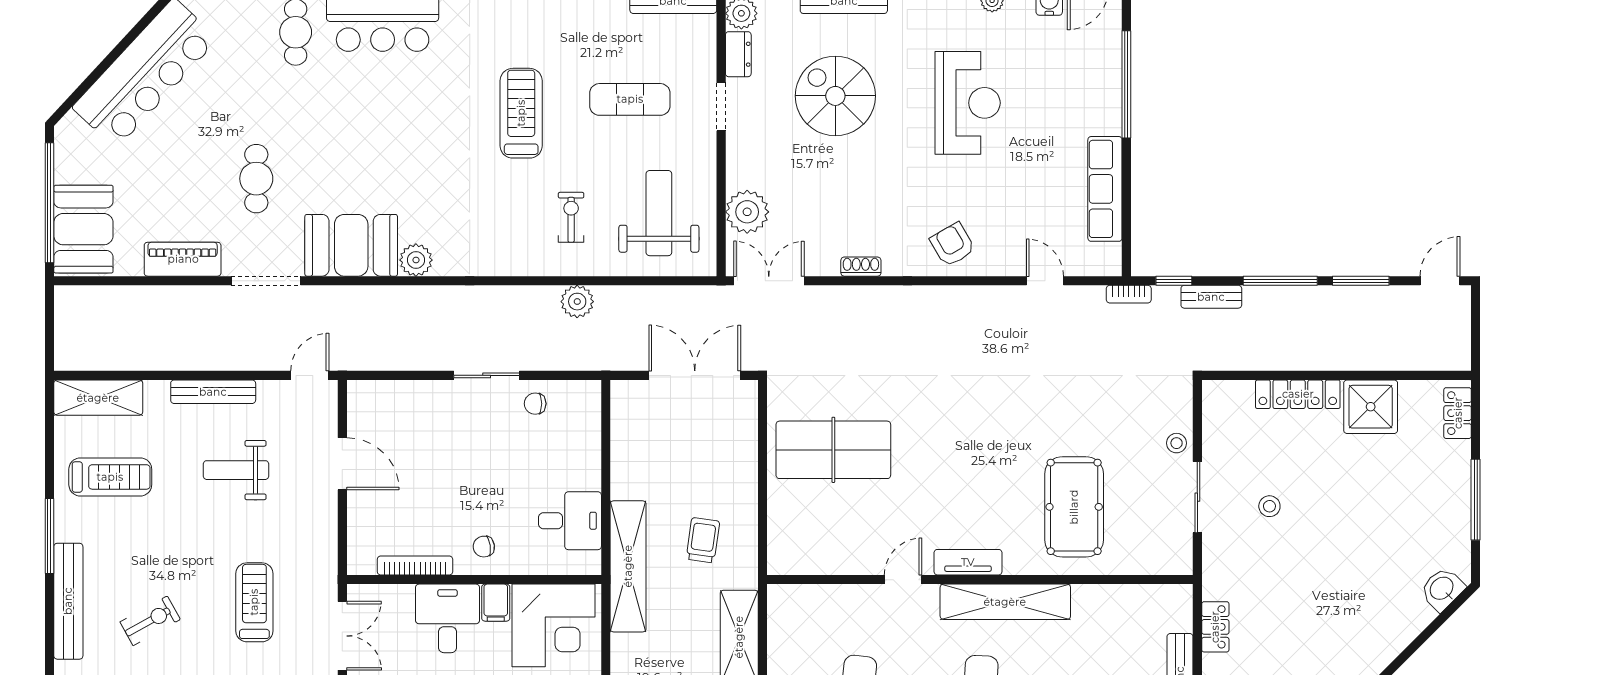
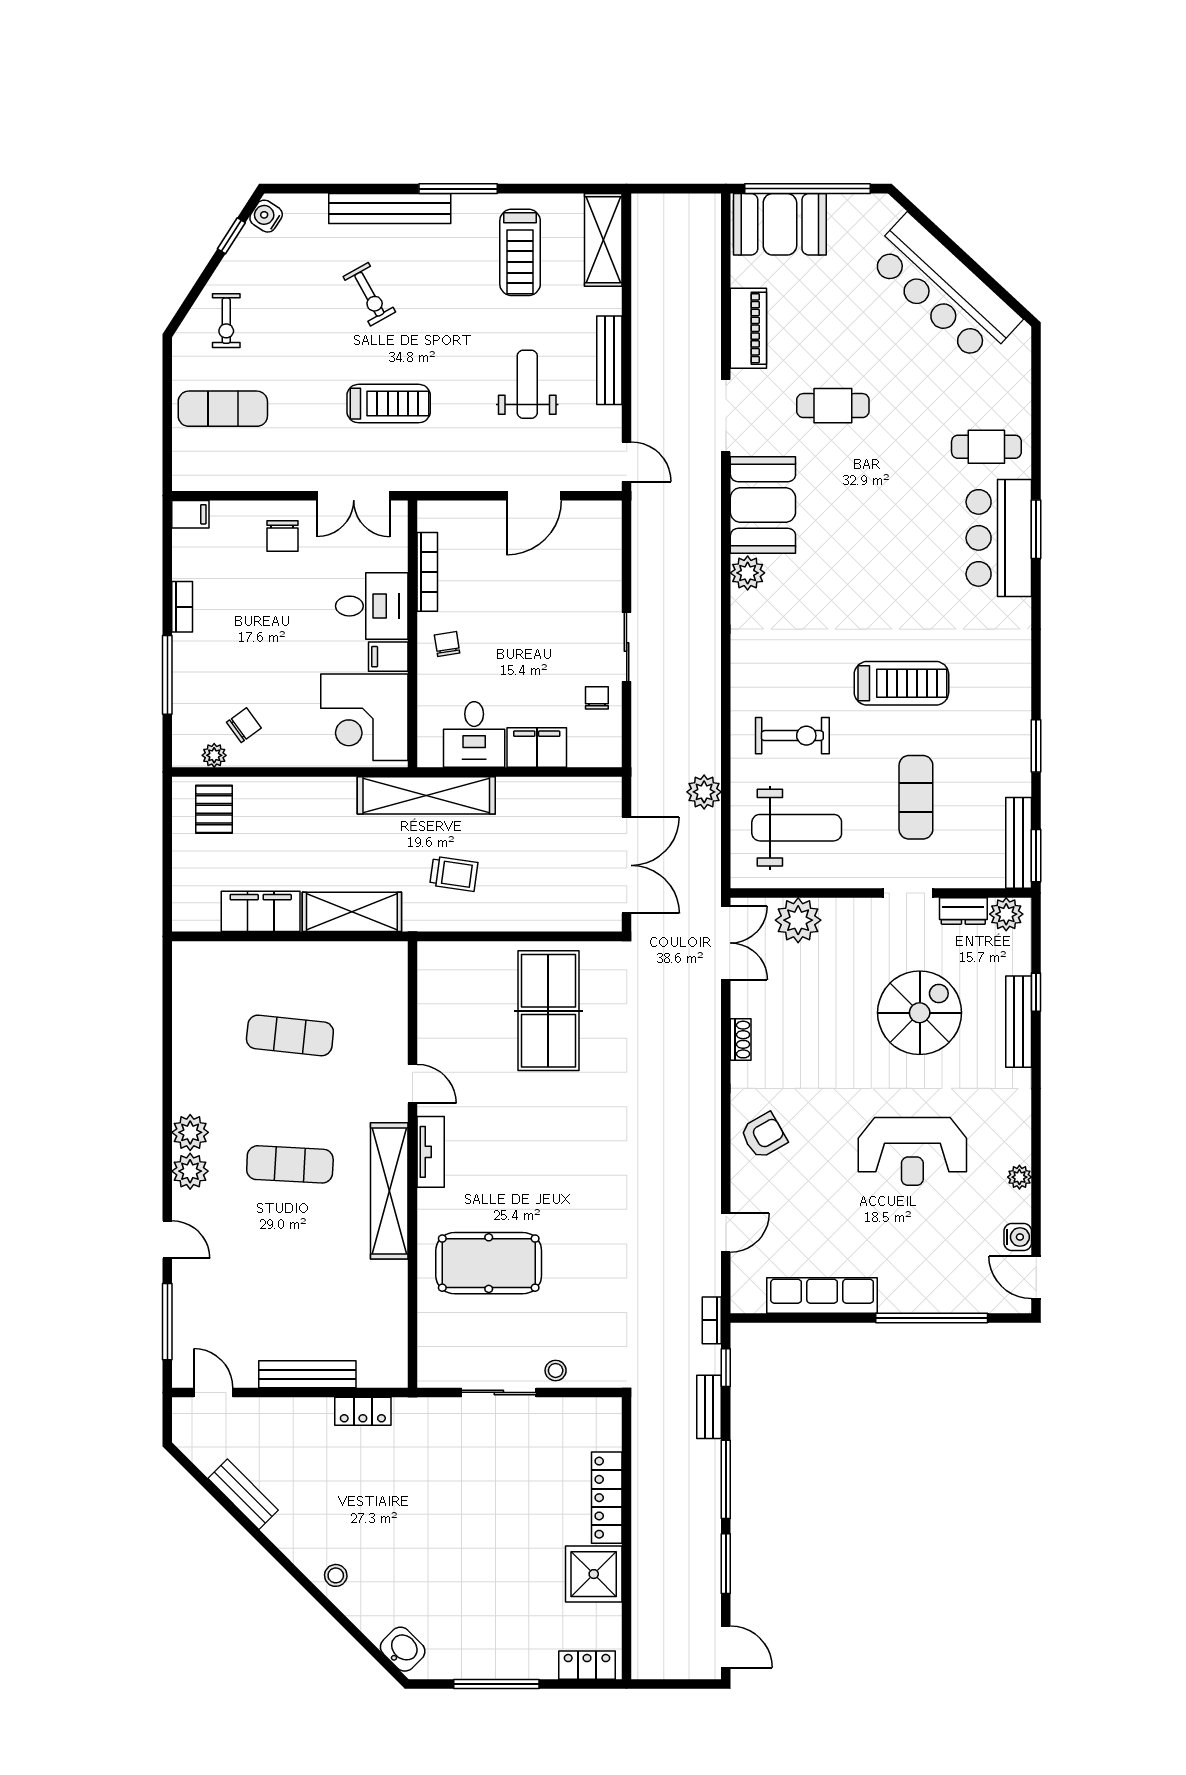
exercise bike: (571, 217) -> (792, 736), width x1.38, depth x1.39
plant: (577, 302) -> (704, 792), moved
filing cabinet: (582, 461) -> (537, 747), added
stool: (1269, 506) -> (336, 1575), moved

